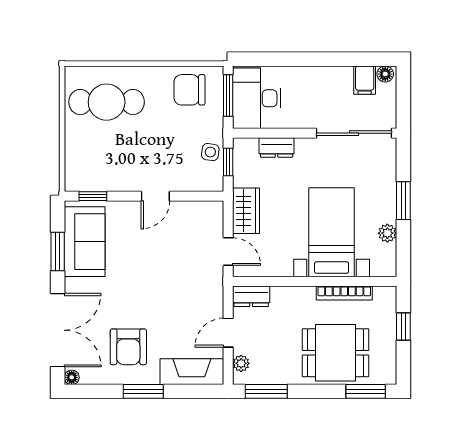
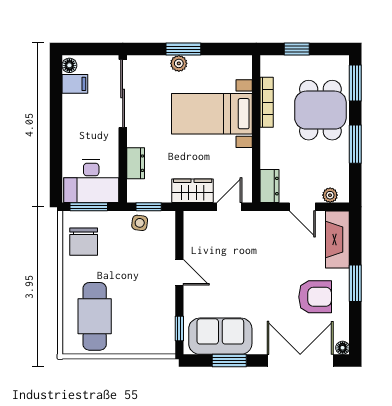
plant: (387, 233) -> (179, 63), moved
window: (266, 391) -> (355, 144), moved

